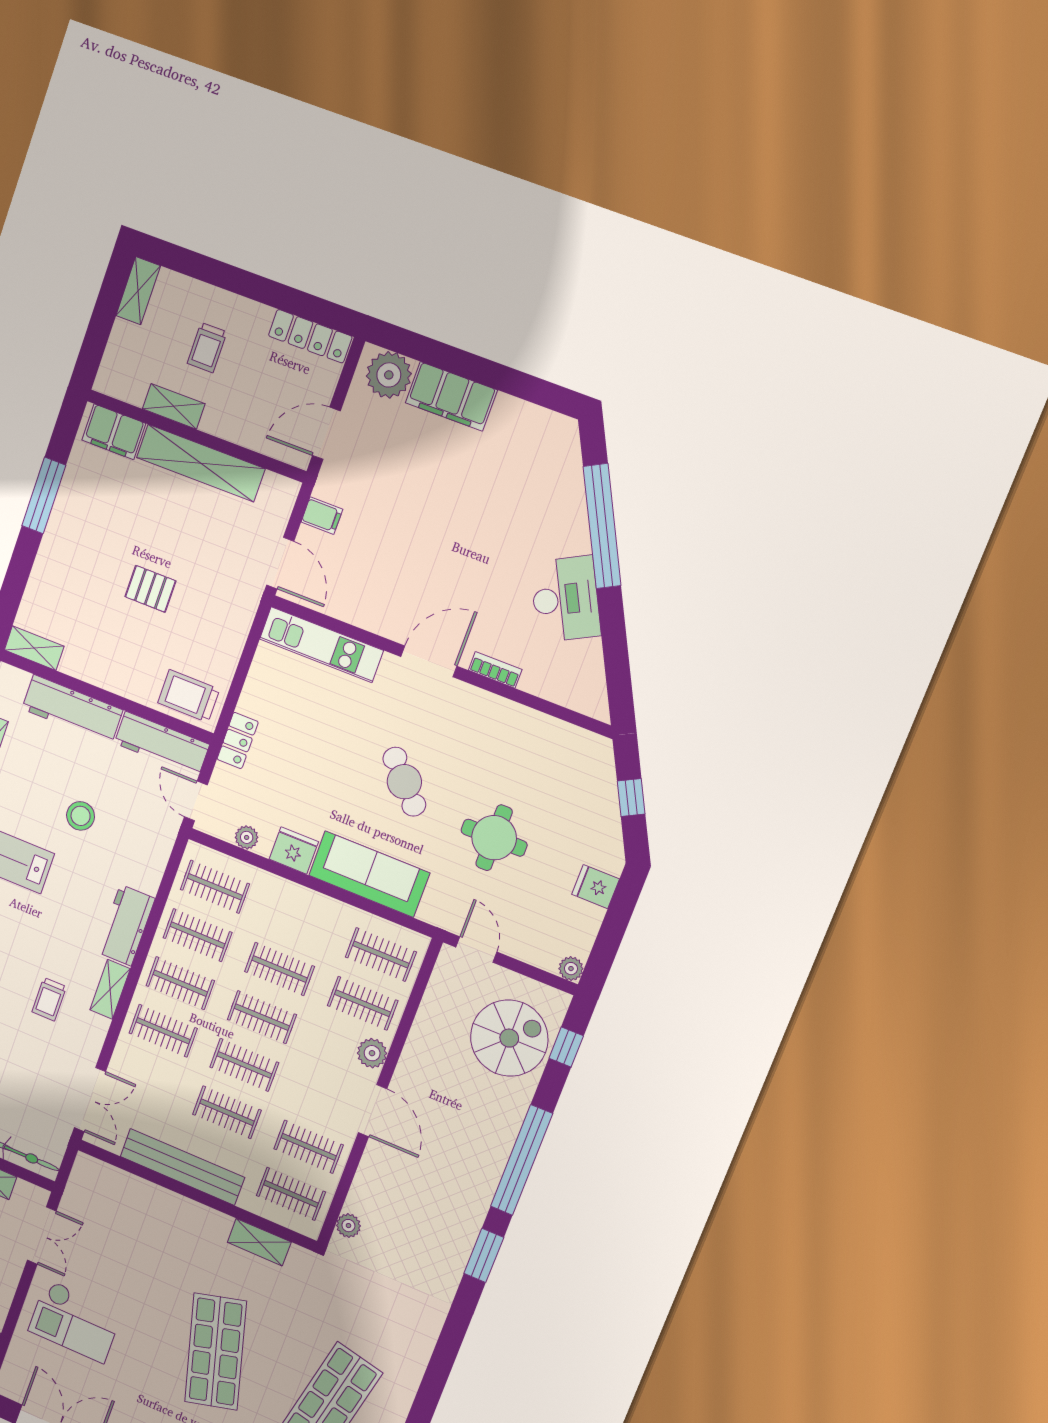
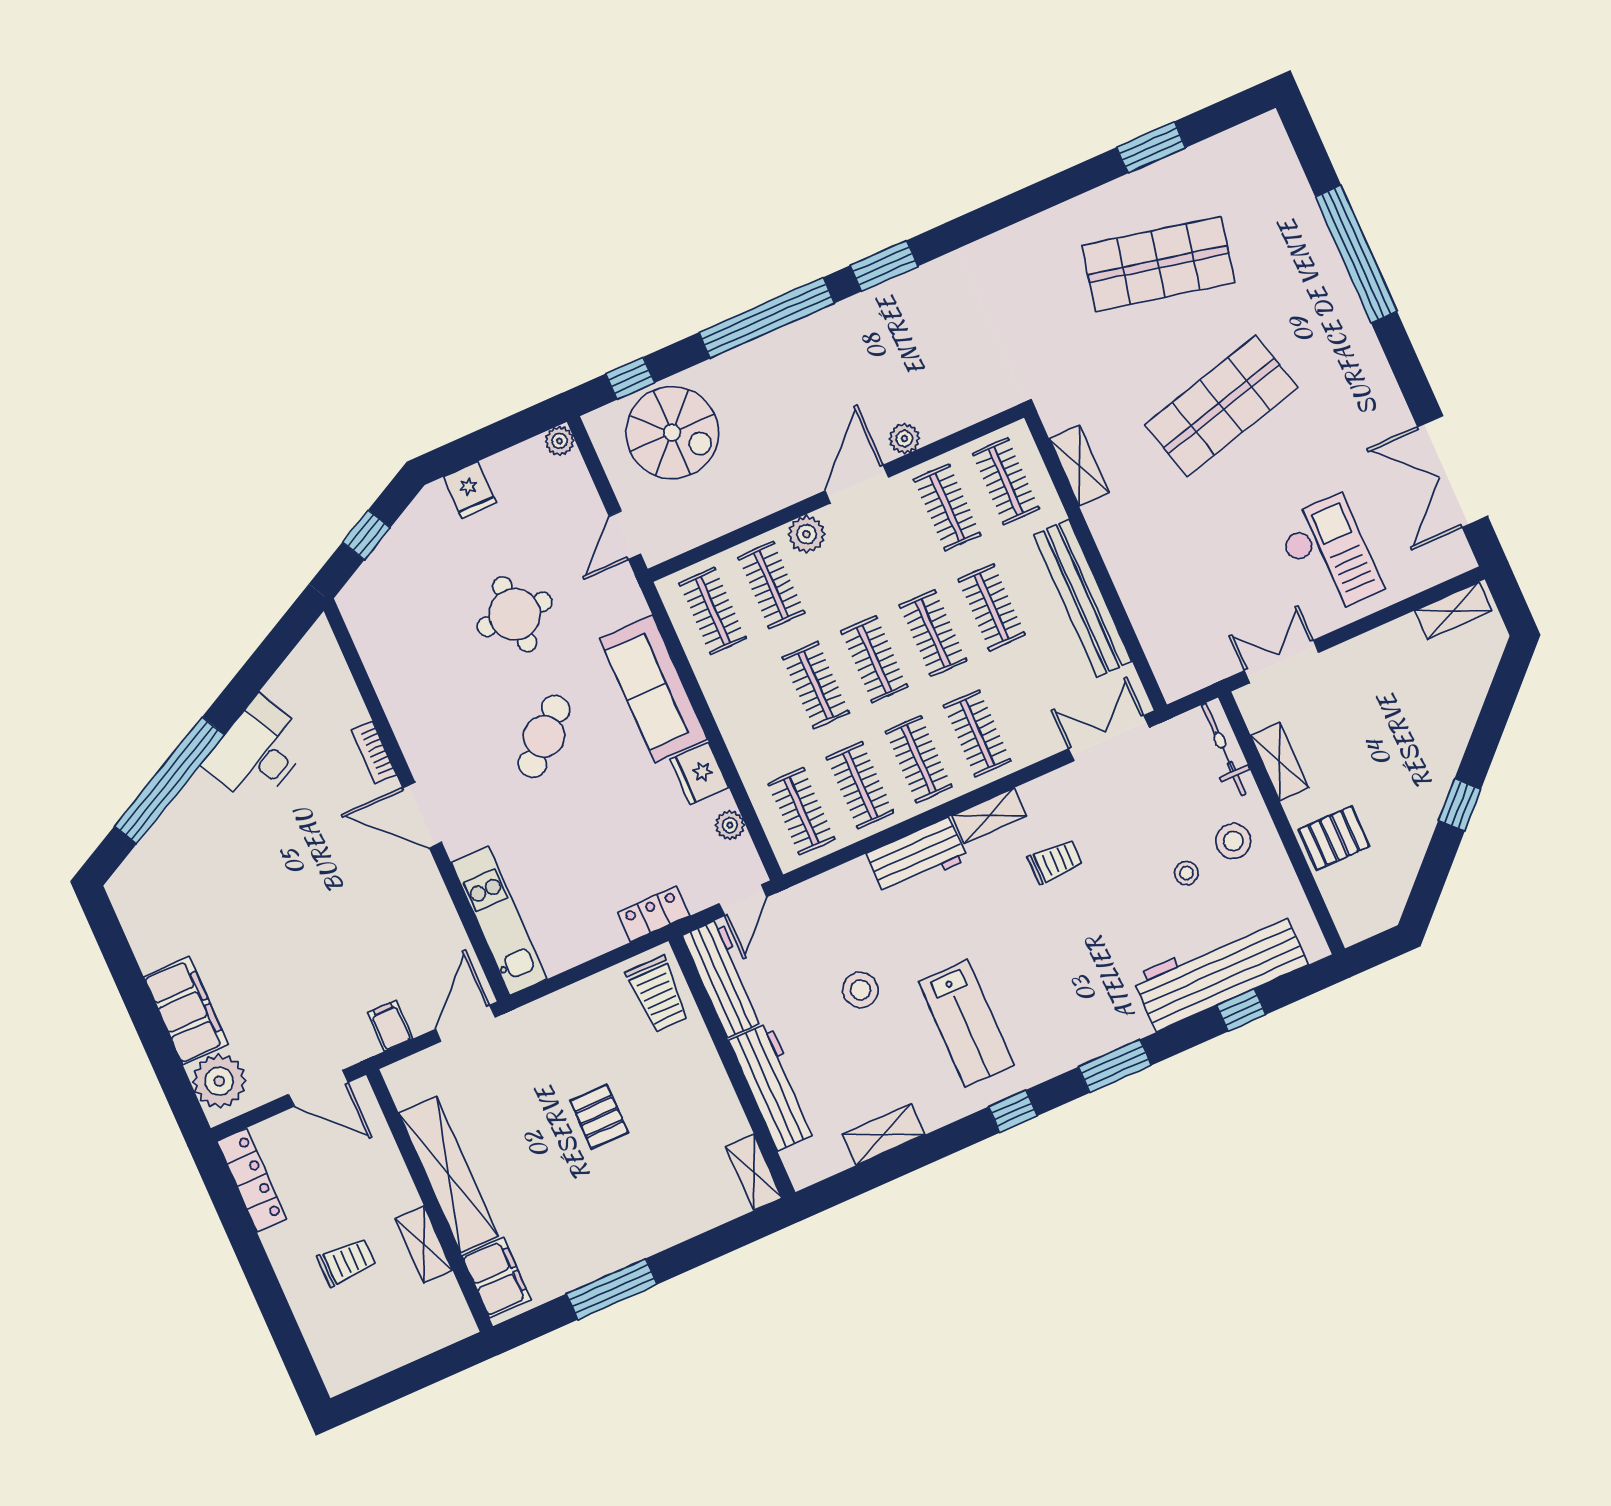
shelving: (138, 291) -> (357, 1369), removed
spiral stairs: (509, 1038) -> (672, 433), turned 180
plant: (348, 1226) -> (904, 439), moved

